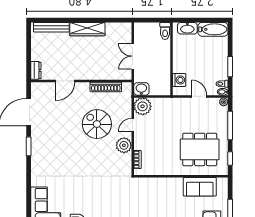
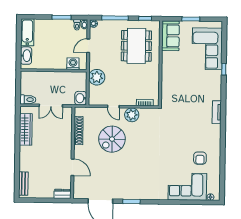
bench: (51, 27) -> (23, 184), width x0.73
wardrobe: (87, 29) -> (26, 129), moved
toilet: (165, 31) -> (28, 100), moved
plant: (143, 106) -> (97, 77), moved
sofa: (200, 187) -> (170, 36), moved

